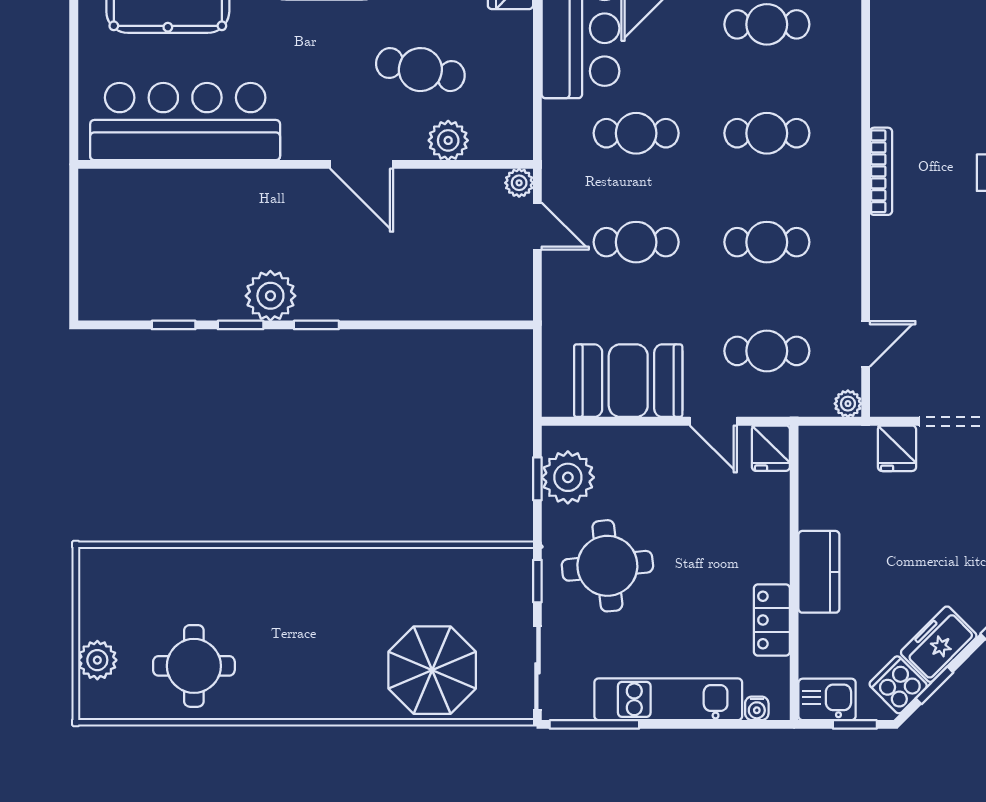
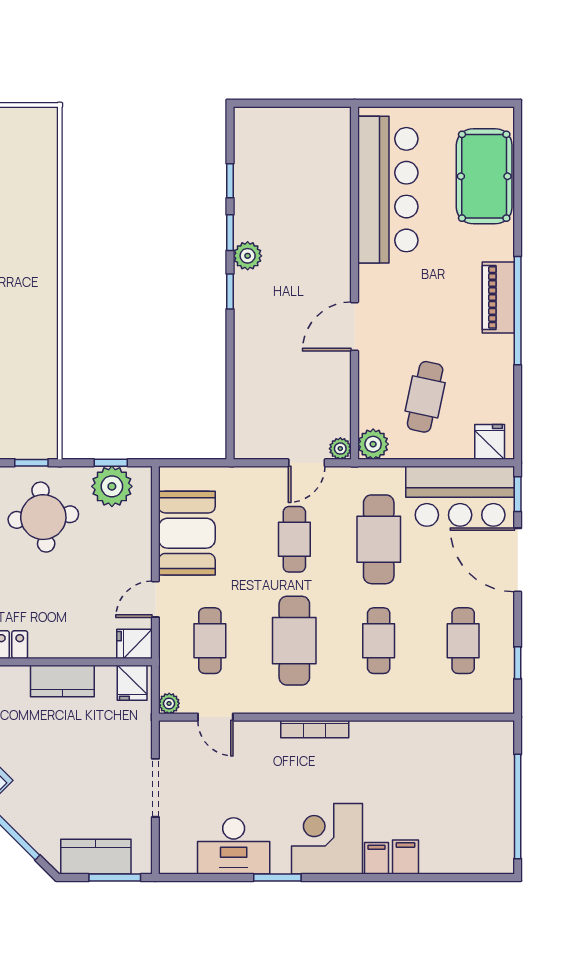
cafe table: (420, 70) -> (425, 397), moved
cafe table: (636, 133) -> (379, 539), width x1.37, depth x1.35
plant: (448, 140) -> (373, 444), moved
bookcase: (881, 171) -> (315, 729), moved
cafe table: (767, 242) -> (294, 641), width x1.37, depth x1.35
plant: (270, 296) -> (248, 256), width x0.73, depth x0.73
fridge: (897, 448) -> (132, 683), moved, turned -90
kitchen counter: (819, 572) -> (62, 681), moved

